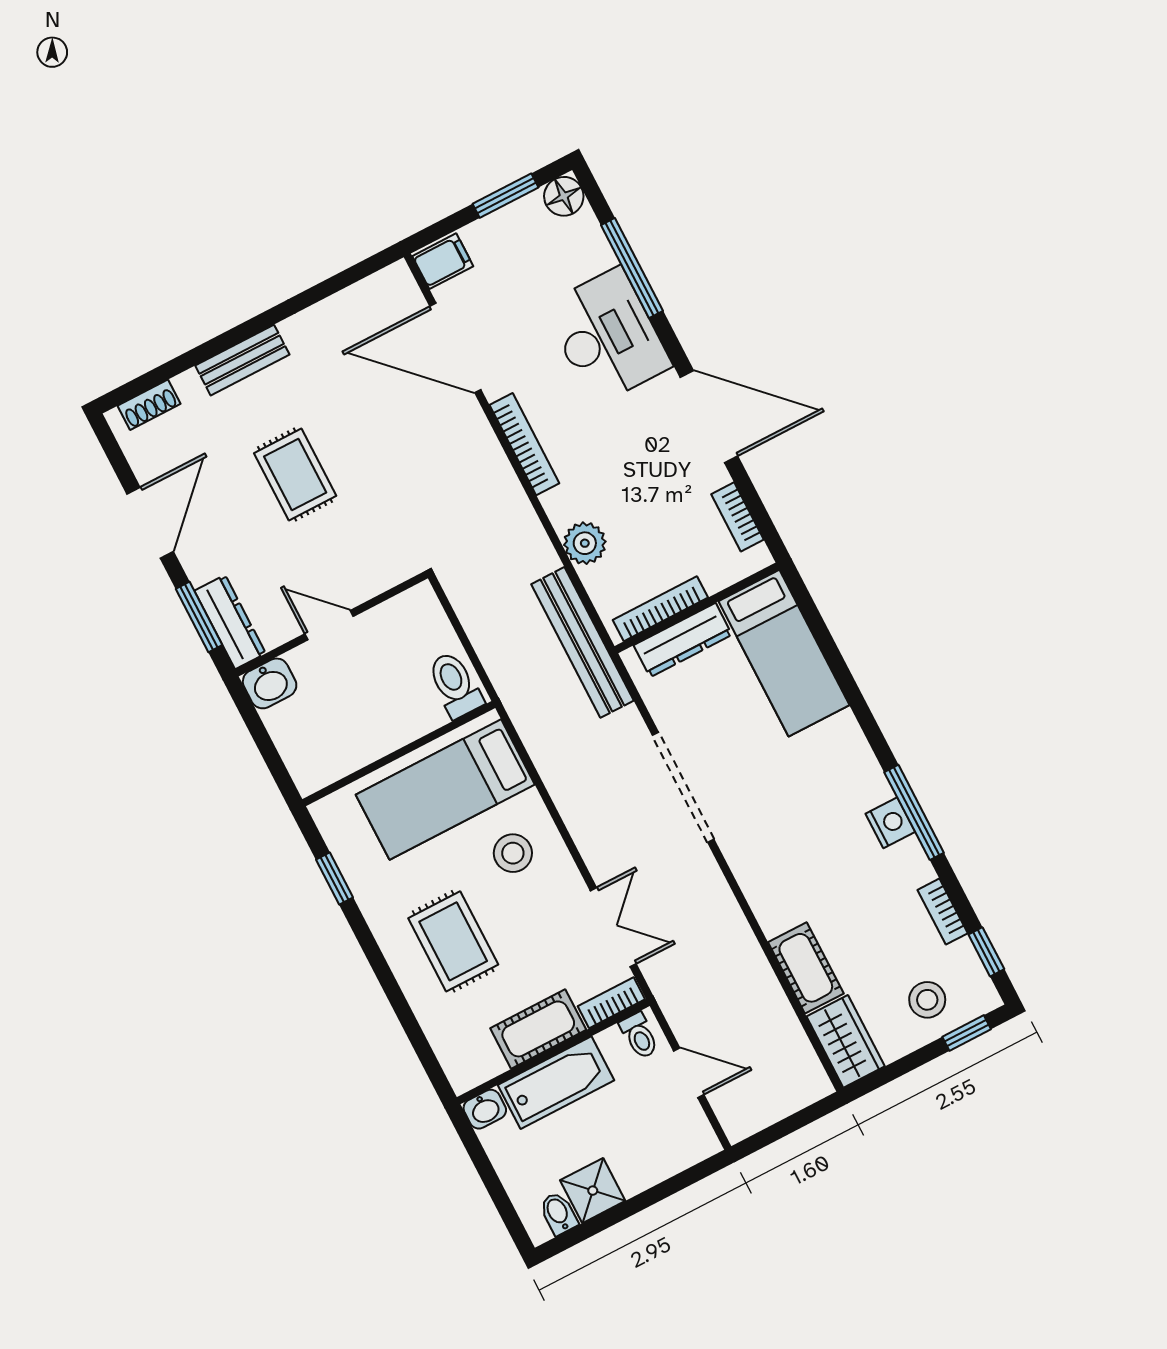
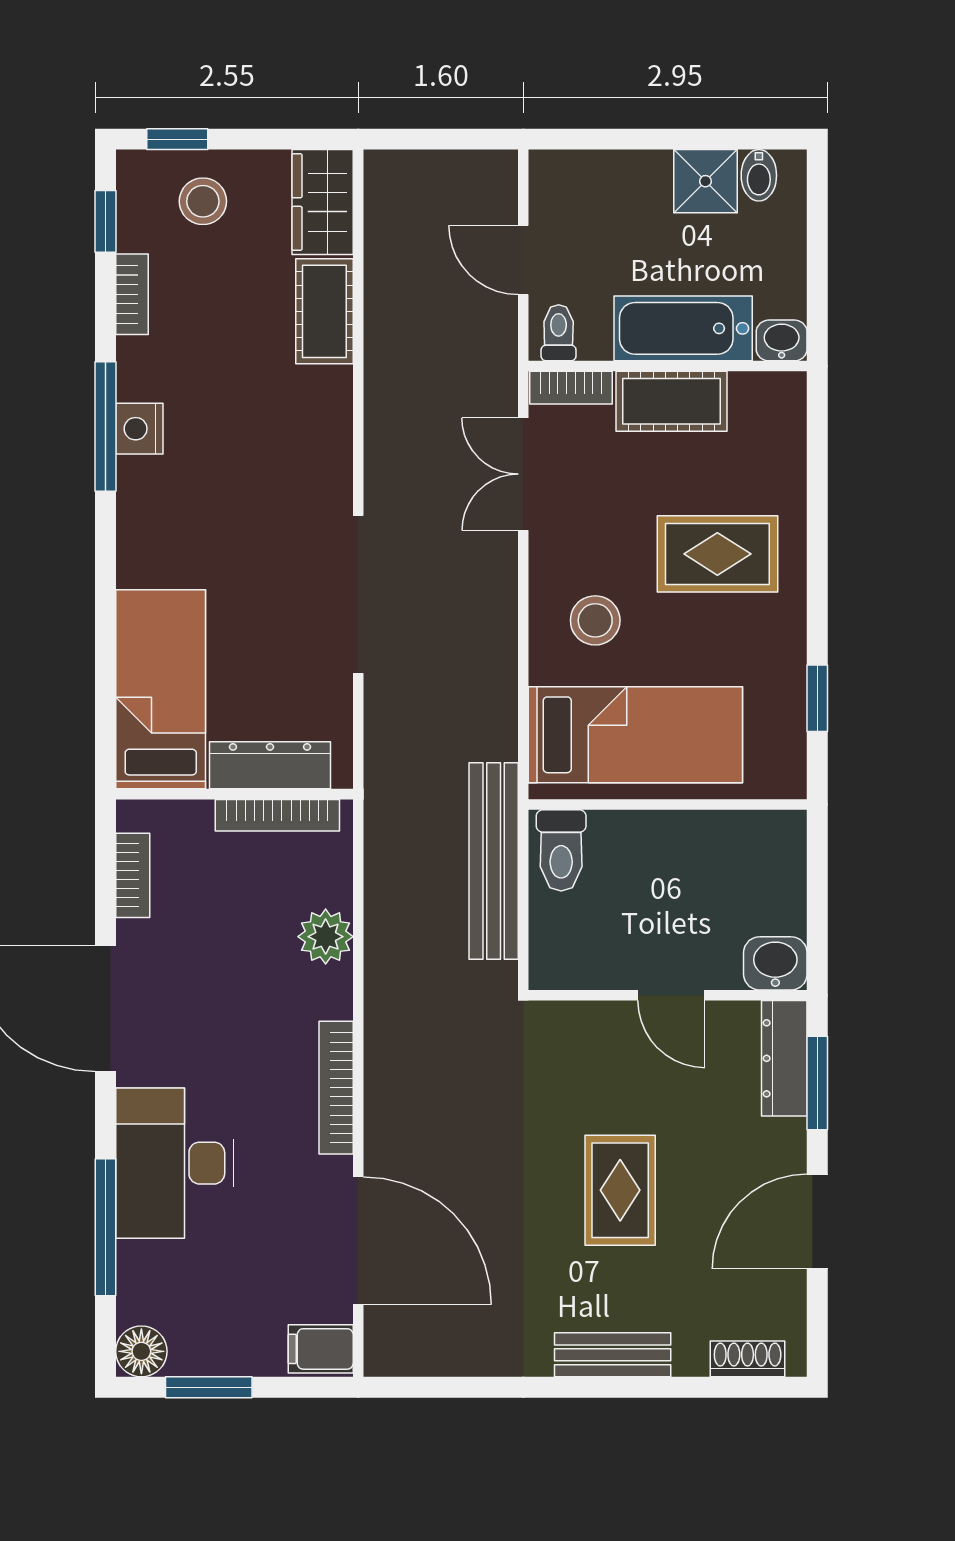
bench: (582, 642) -> (494, 861), moved
rug: (453, 941) -> (717, 554), turned 90

